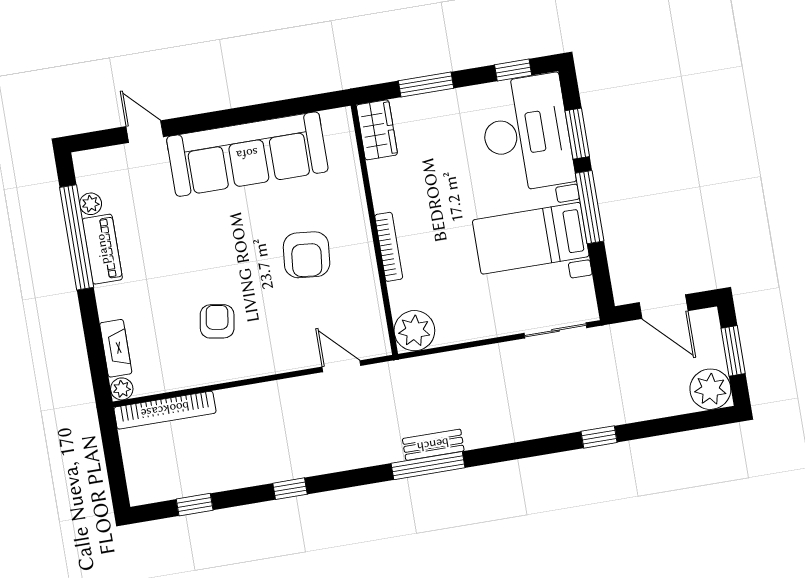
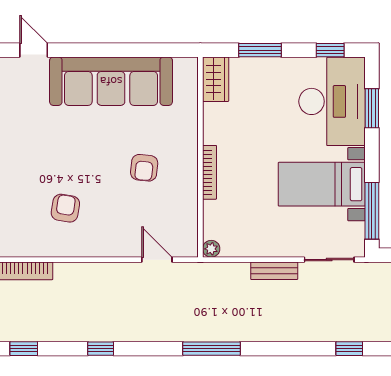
window: (590, 207) -> (372, 211), moved
armchair: (307, 255) -> (144, 168), width x0.72, depth x0.72
plant: (414, 331) -> (211, 249), width x0.53, depth x0.53
bench: (433, 445) -> (274, 271), moved

